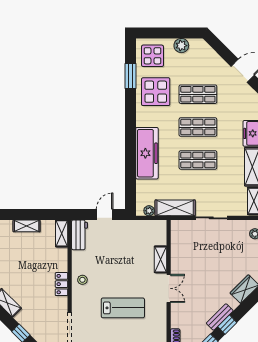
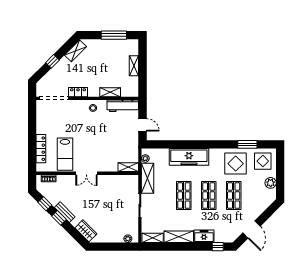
shelving: (62, 233) -> (110, 92), moved
workbench: (80, 235) -> (123, 106), width x1.38
shelving: (160, 259) -> (128, 167), moved
locker: (62, 284) -> (78, 92), moved
lab bench: (123, 308) -> (65, 154), moved

